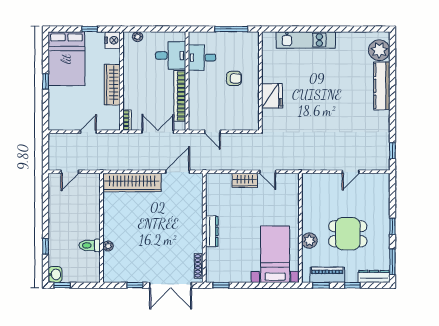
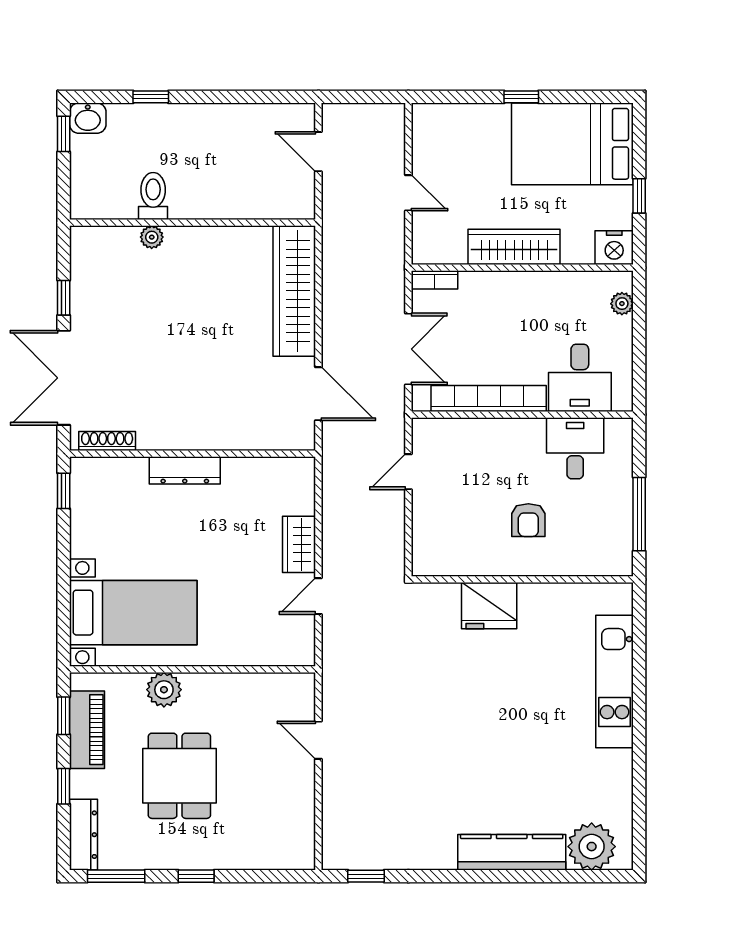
door: (351, 172) -> (318, 740), moved

